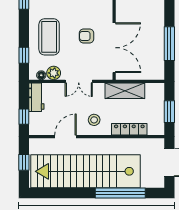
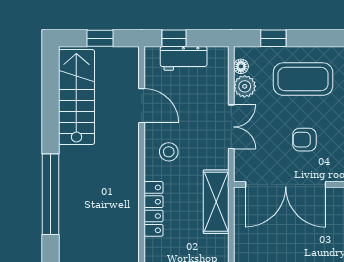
armchair: (87, 36) -> (304, 140), turned -90
double door: (79, 81) -> (231, 127), swing flipped
workbench: (36, 97) -> (184, 58), moved
stairs: (85, 171) -> (76, 97), width x0.54, depth x0.66

